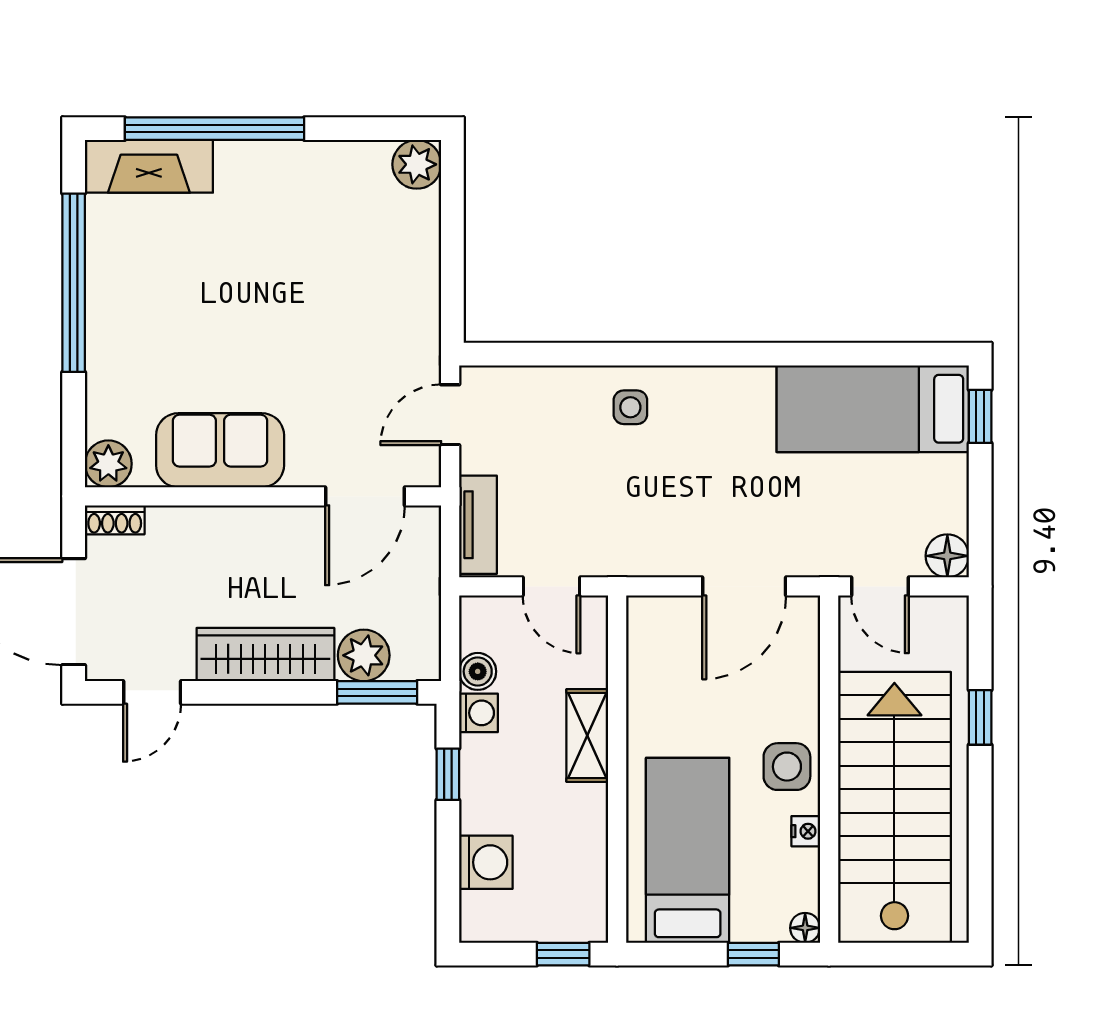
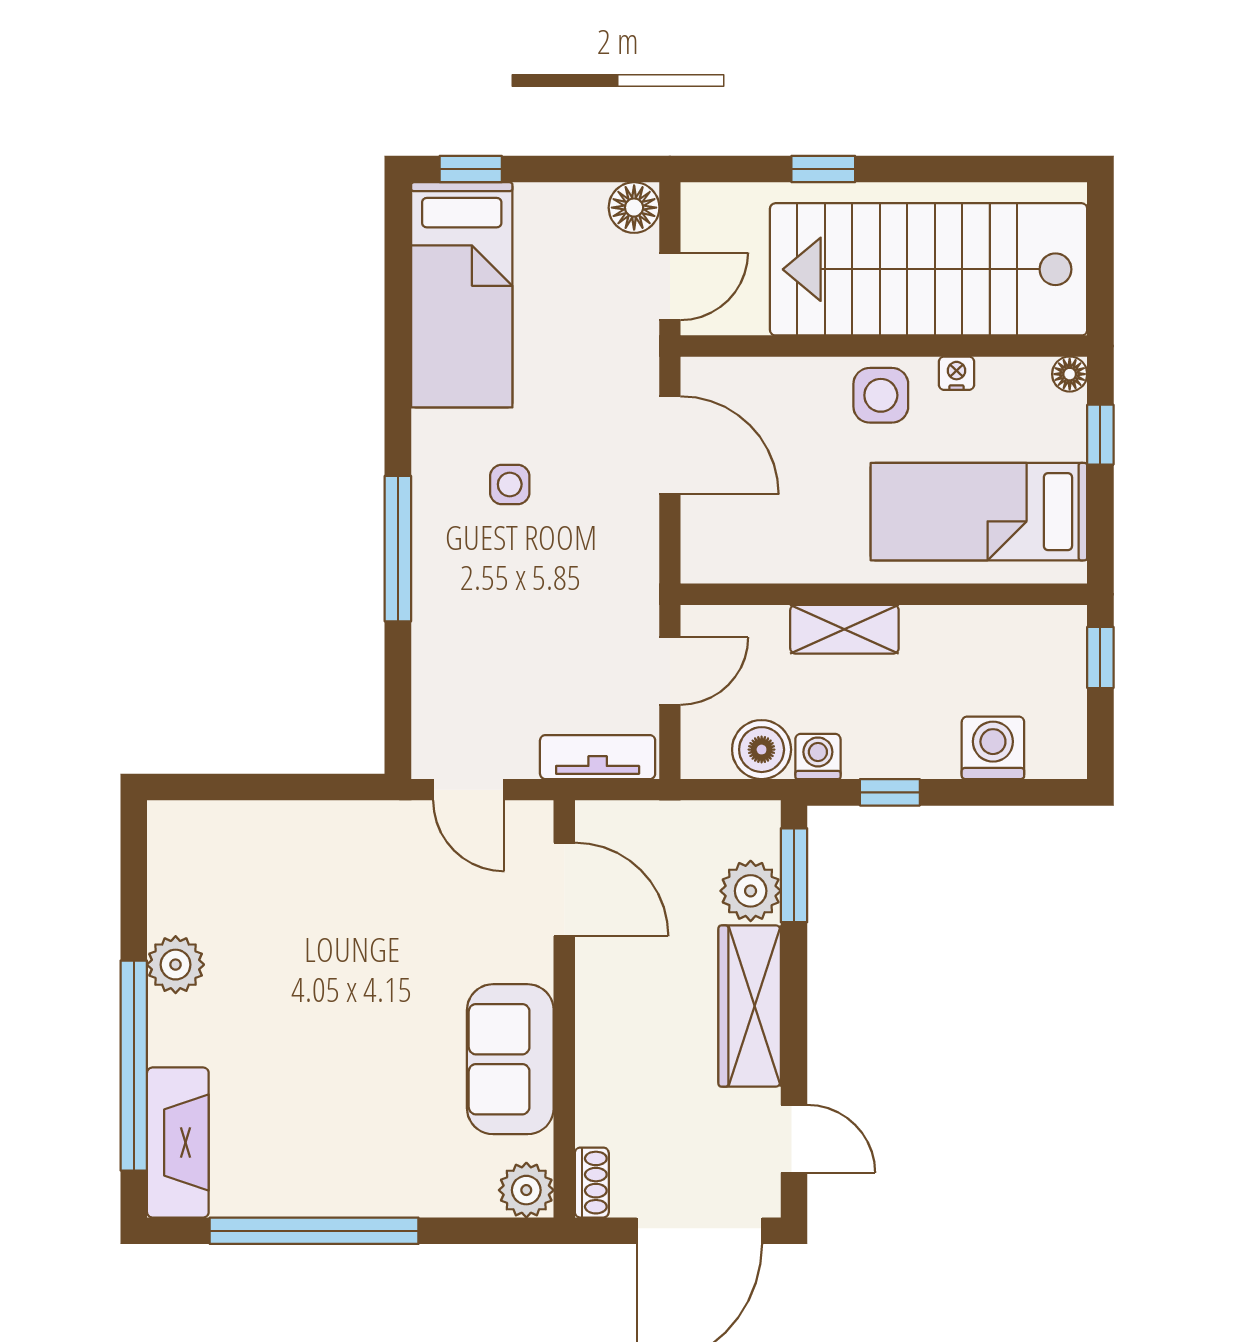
plant: (417, 164) -> (176, 965), moved
window: (656, 354) -> (398, 549), added
side table: (630, 407) -> (510, 484), moved
boiler: (478, 671) -> (762, 750), width x1.36, depth x1.36

